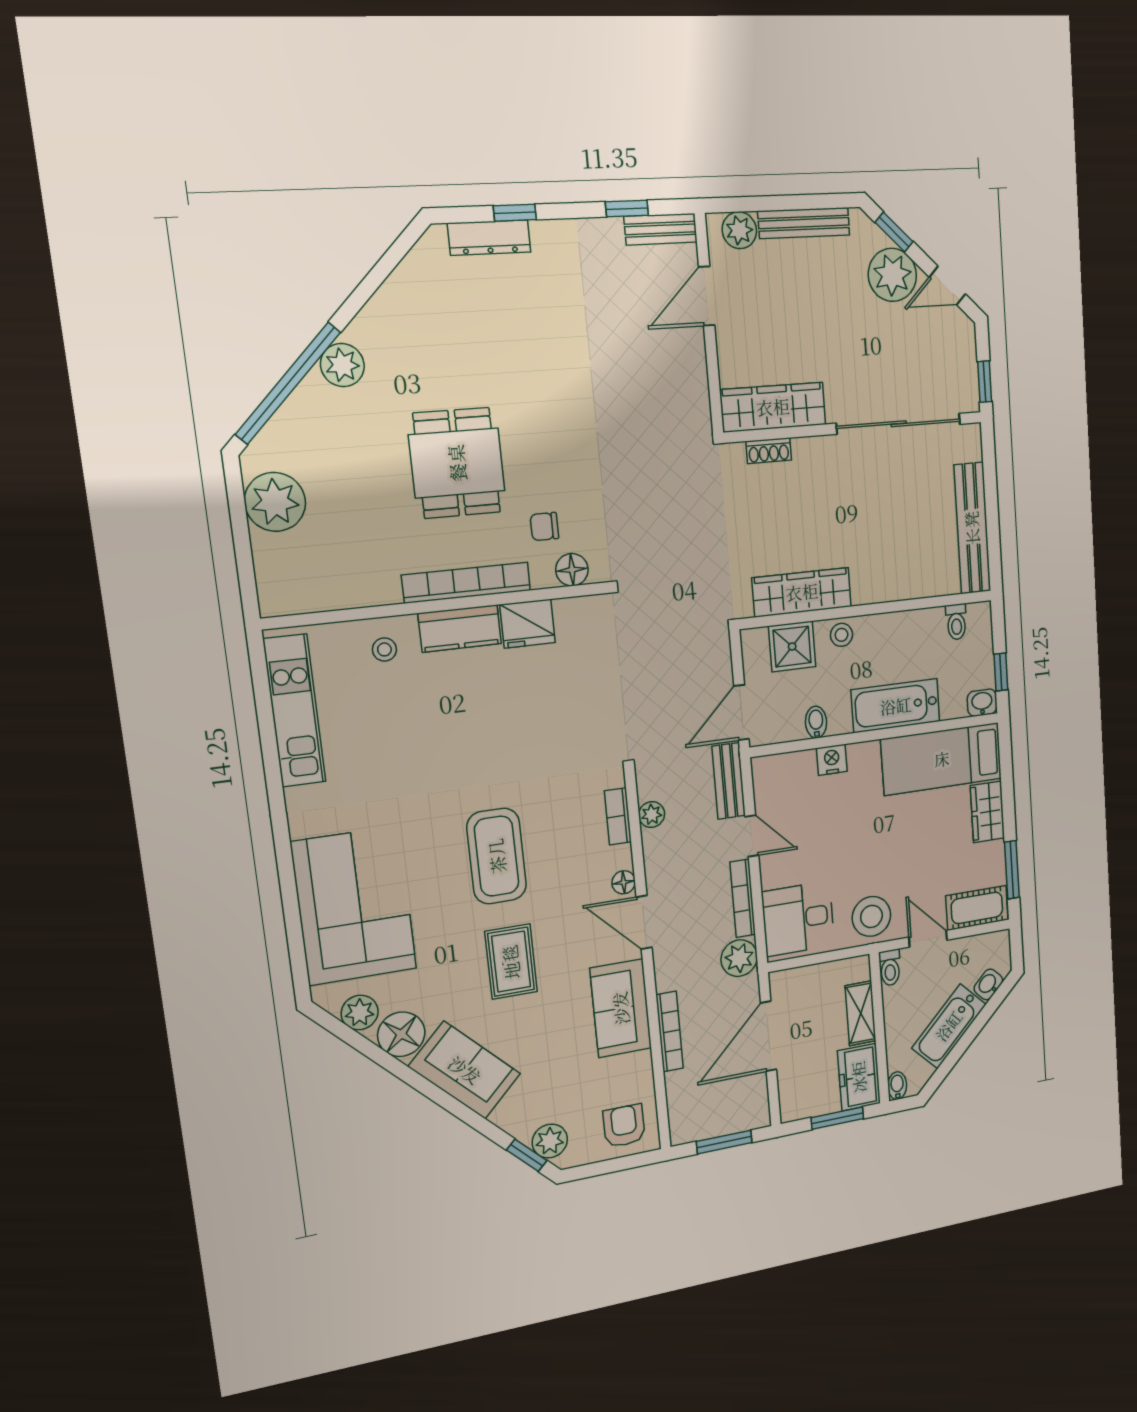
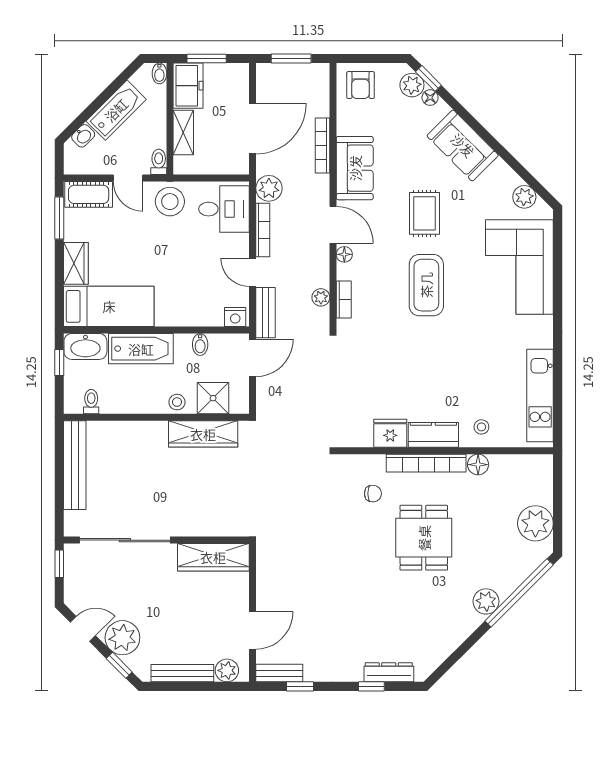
shoe rack: (769, 451) -> (219, 529), removed
floor lamp: (572, 570) -> (478, 465), moved
washbasin: (982, 703) -> (85, 346), width x1.91, depth x1.45
nightstand: (832, 760) -> (235, 317), moved
floor lamp: (401, 1034) -> (430, 98), moved, width x0.53, depth x0.53

